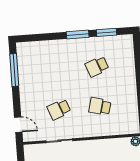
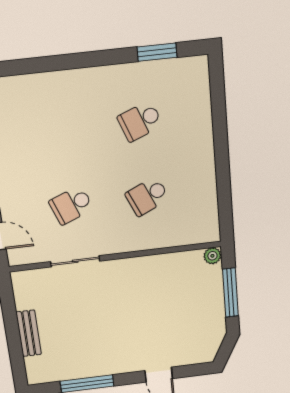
window: (78, 34) -> (100, 58), removed
school desk: (100, 106) -> (147, 196), turned -39

